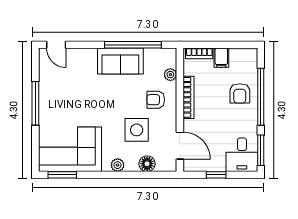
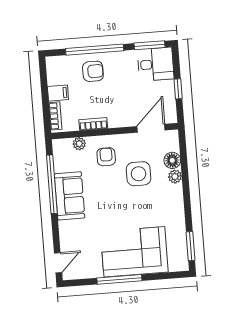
bookcase: (188, 97) -> (93, 124), width x0.64
armchair: (156, 100) -> (106, 157), turned 180
corner sofa: (70, 149) -> (134, 252), moved, turned 90
plant: (118, 165) -> (175, 177), moved

